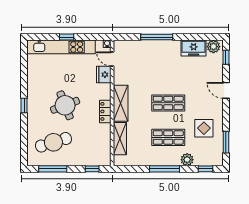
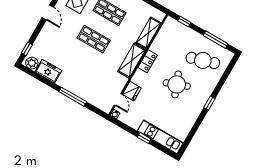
kitchen unit: (61, 47) -> (160, 137), width x0.73
door: (226, 90) -> (48, 12), moved

